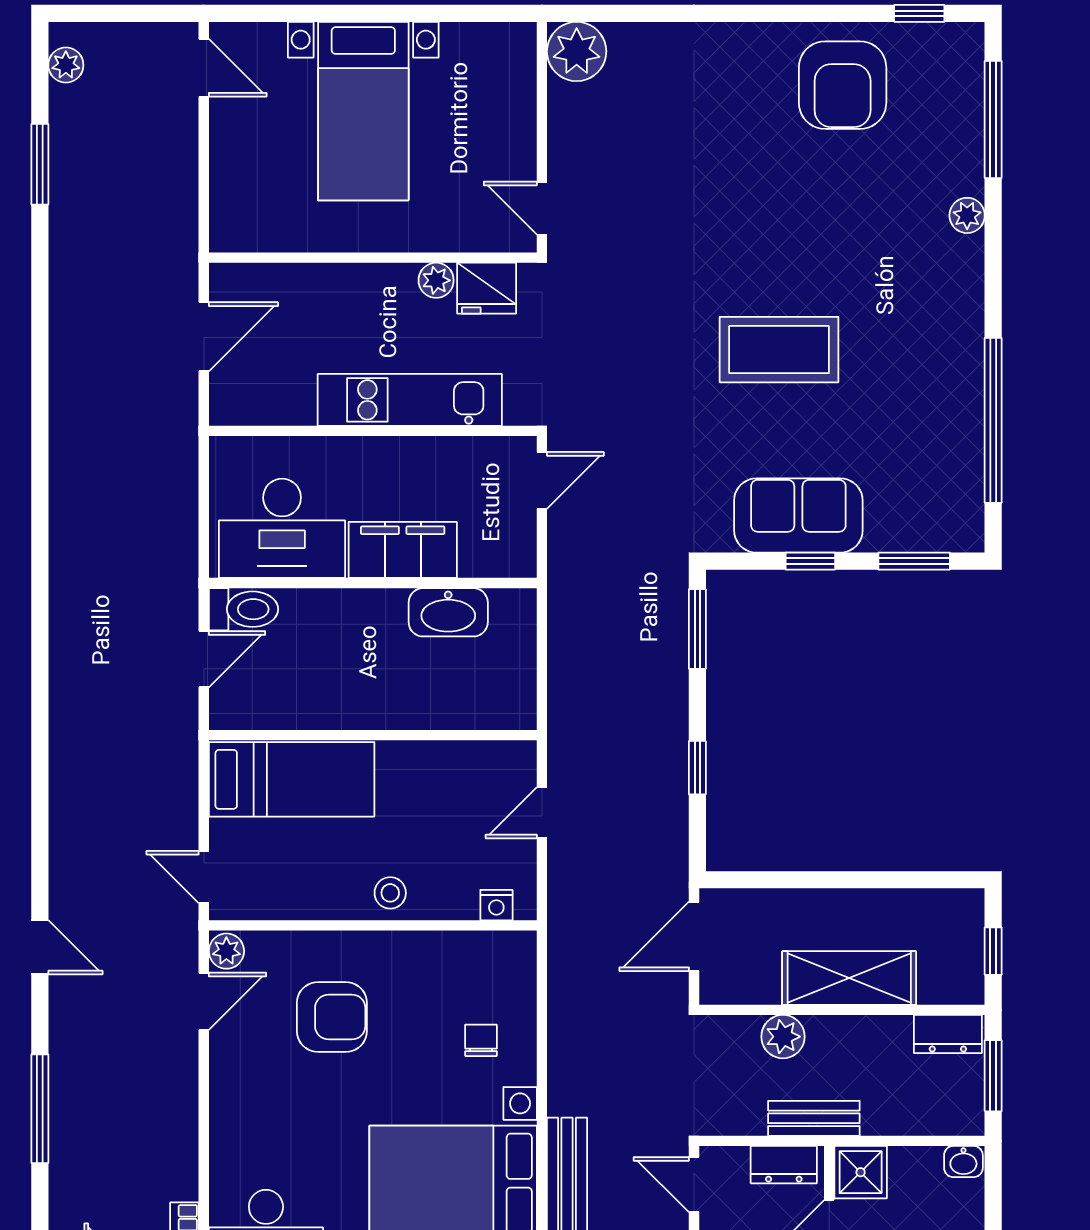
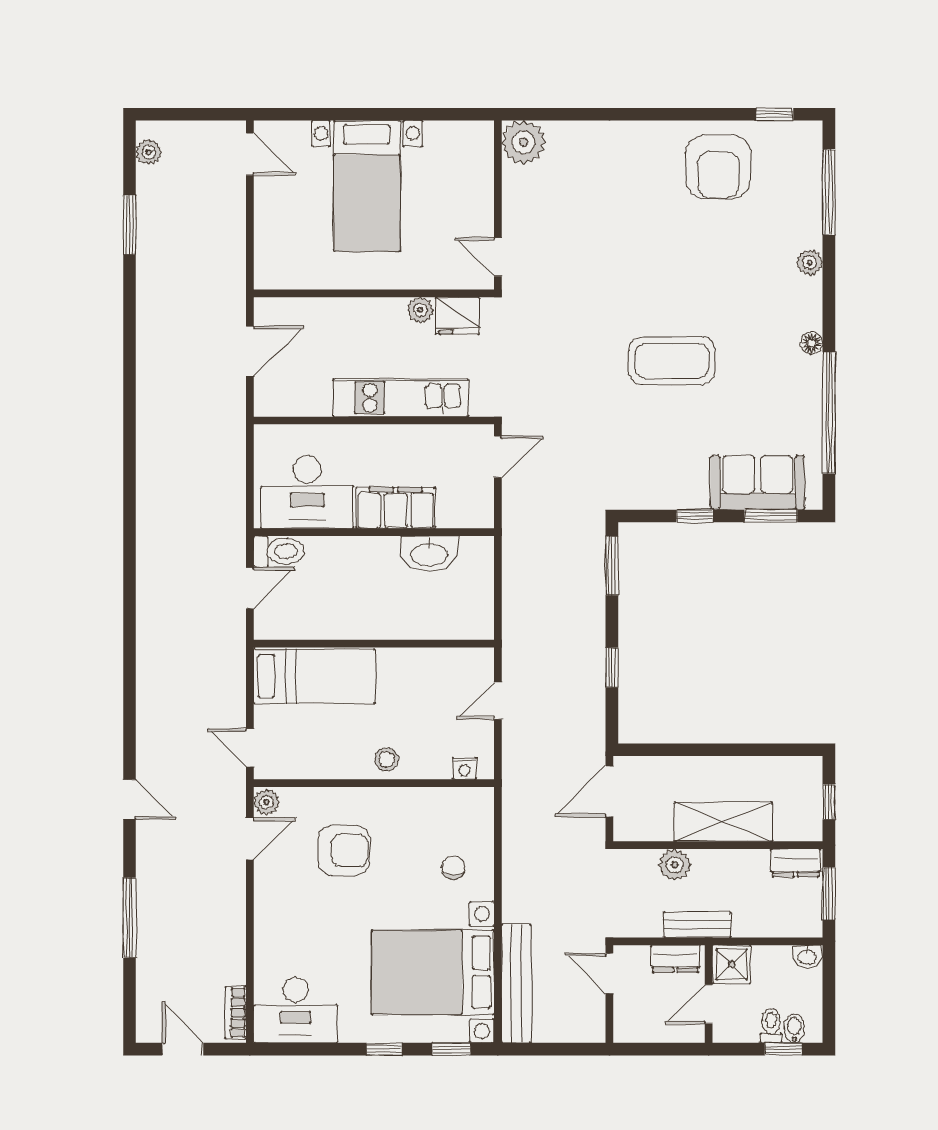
floor lamp: (970, 325) -> (812, 343), added
sofa: (798, 515) -> (758, 483), moved

